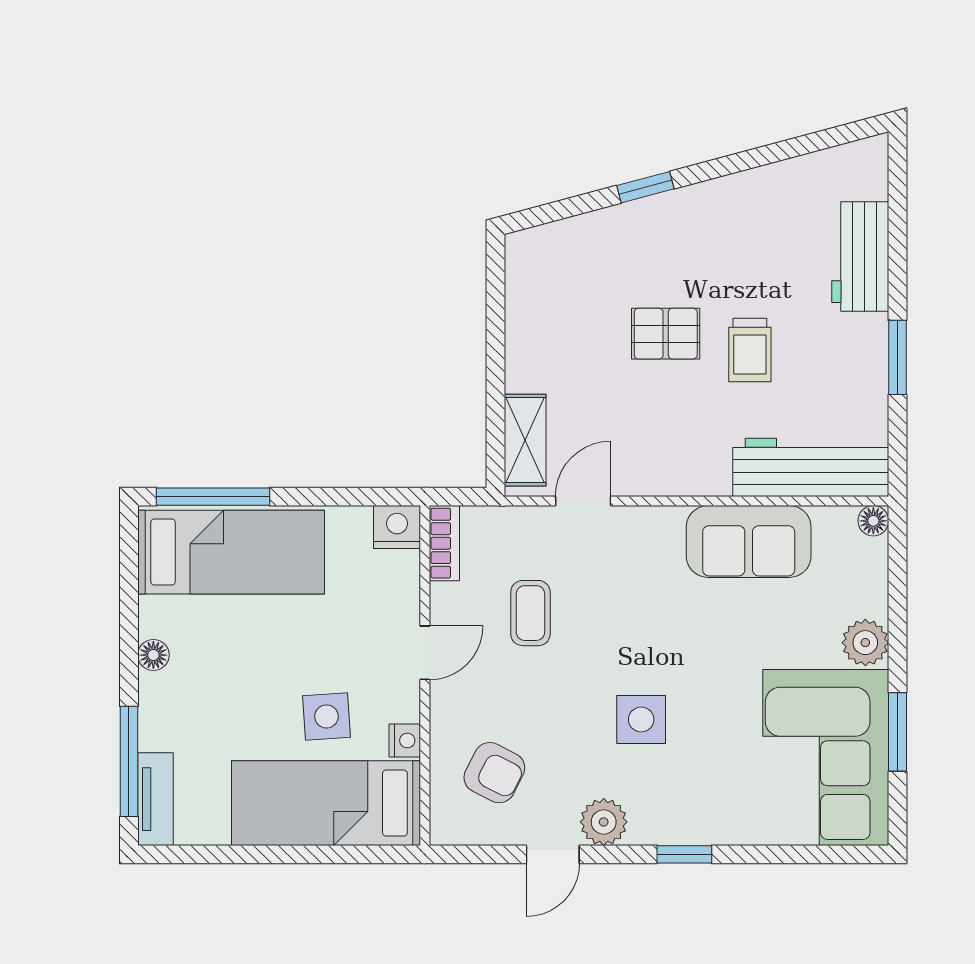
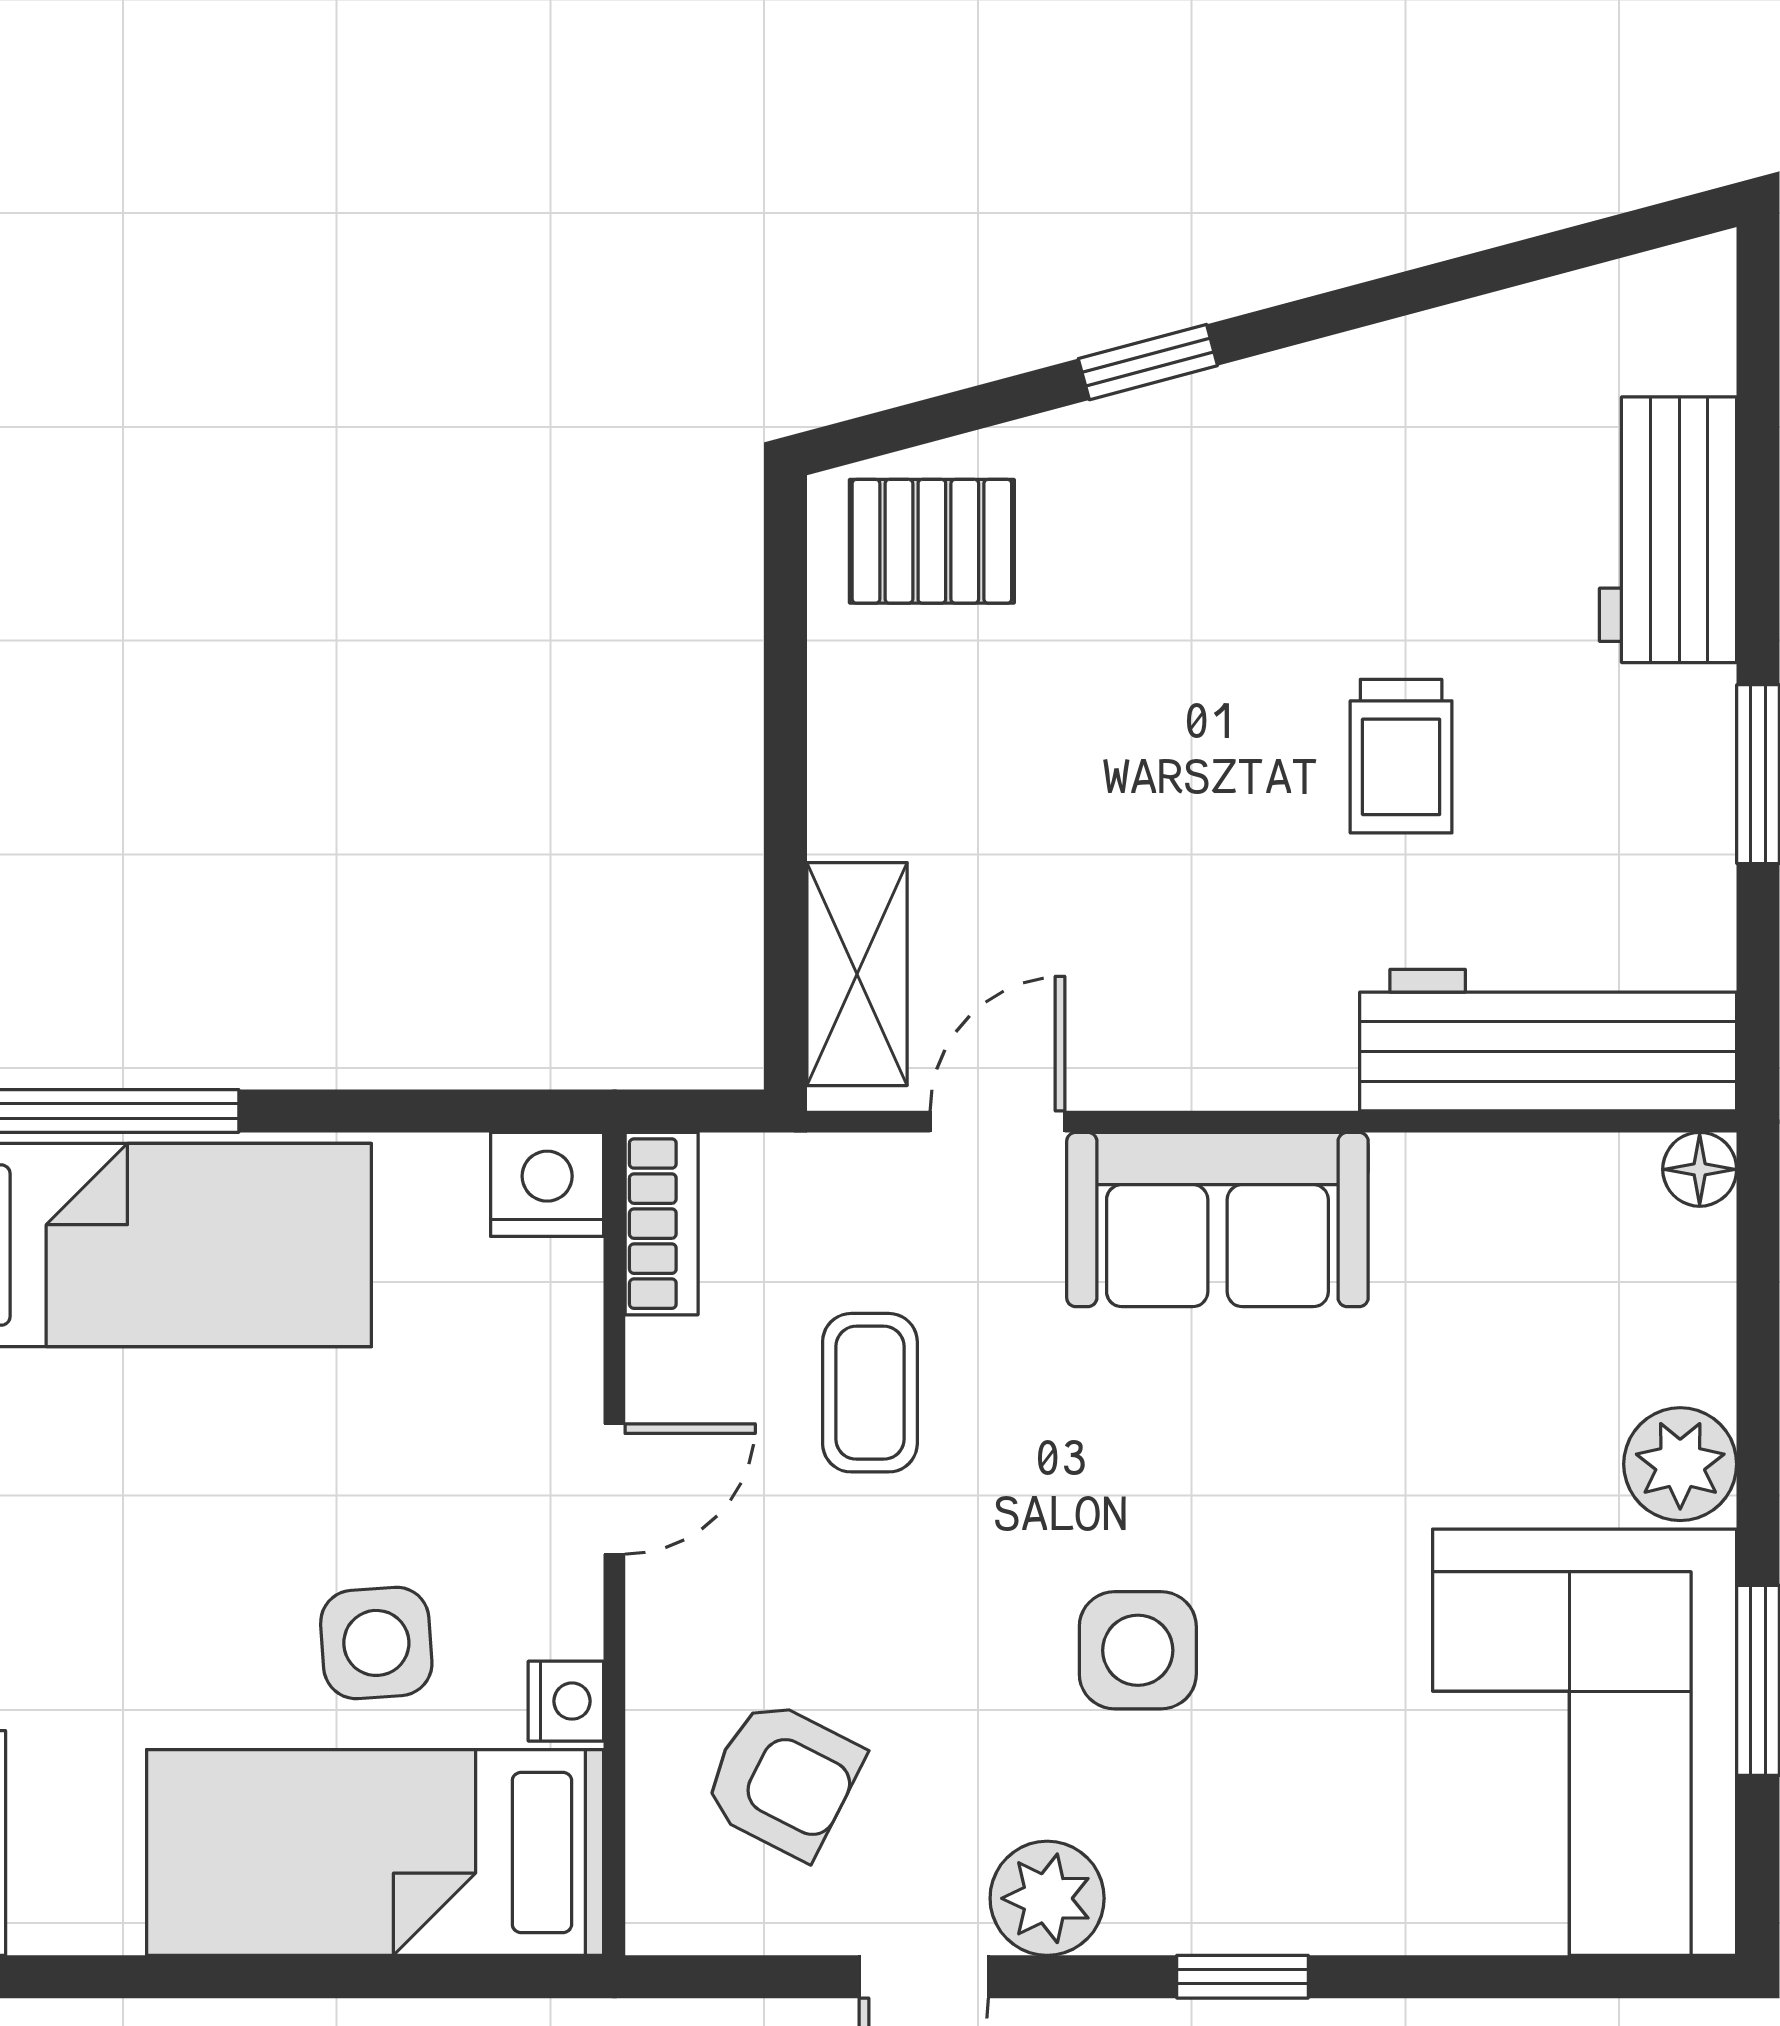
pallet: (666, 334) -> (932, 541), moved
sofa: (749, 541) -> (1217, 1220), moved

